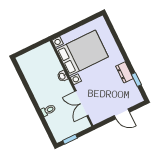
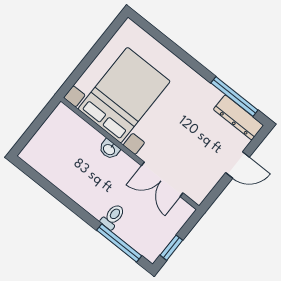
dresser: (125, 72) -> (238, 117), moved, width x1.44
window: (136, 79) -> (234, 97), width x2.17
window: (45, 125) -> (119, 243), added

